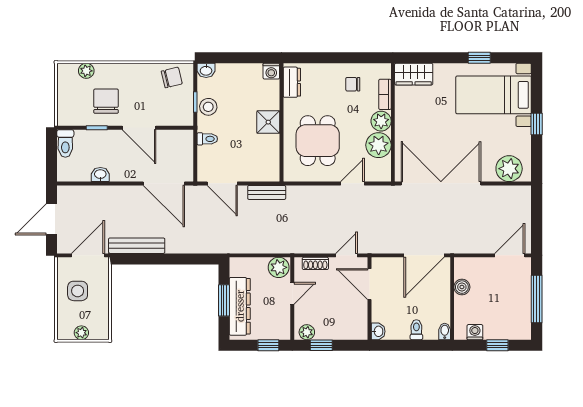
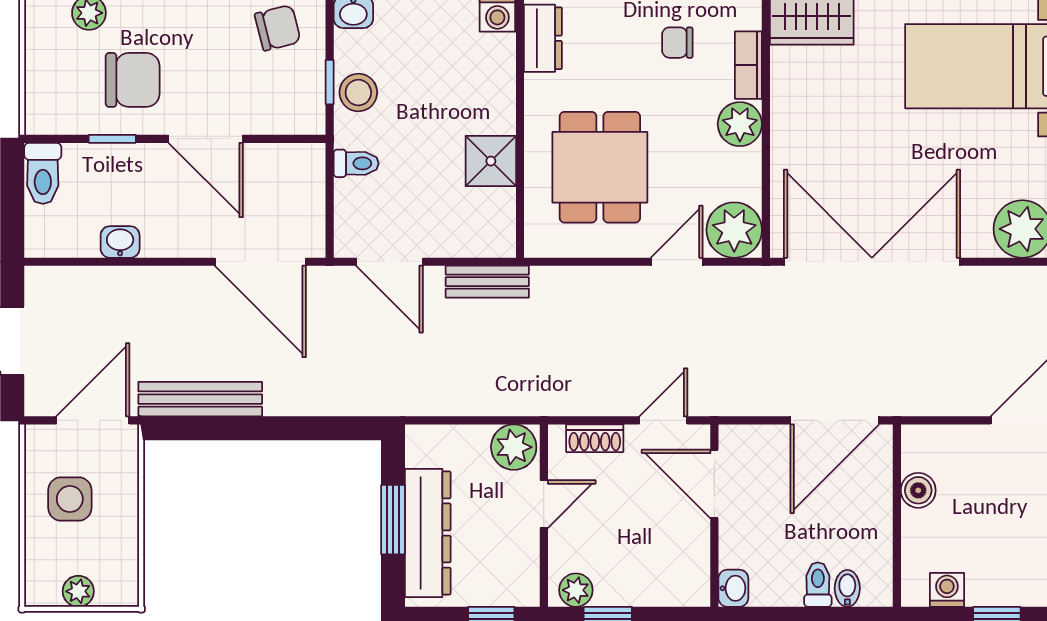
chair: (106, 101) -> (133, 80), turned 90
shower: (268, 122) -> (491, 161), moved
plant: (379, 145) -> (734, 230), moved
bidet: (445, 331) -> (847, 588), moved

